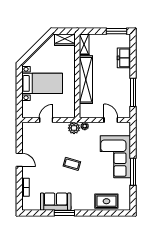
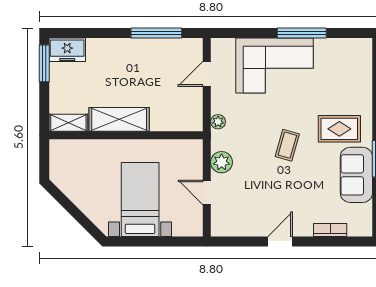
wardrobe: (65, 40) -> (60, 158), removed
freezer: (124, 58) -> (67, 50), moved
shelving: (86, 80) -> (119, 119), width x0.68
plant: (74, 128) -> (222, 162), moved
rug: (106, 201) -> (339, 129), moved, turned 90

